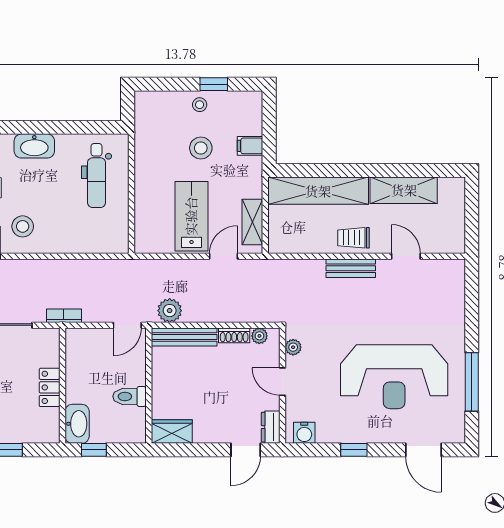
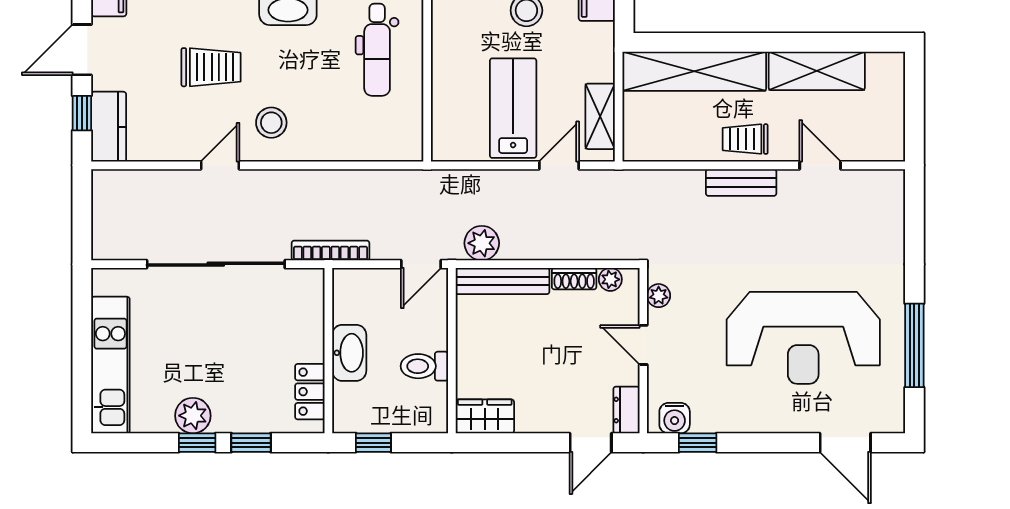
bookcase: (64, 316) -> (331, 251), width x1.56
locker: (50, 387) -> (310, 392), moved
washbasin: (77, 424) -> (349, 353), moved
window: (354, 450) -> (698, 443), moved

